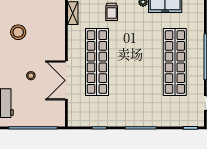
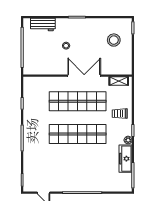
stool: (18, 32) -> (114, 40), moved
shop shelf: (175, 62) -> (78, 134), moved
double door: (66, 80) -> (84, 76), moved

